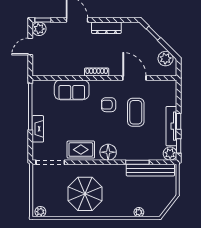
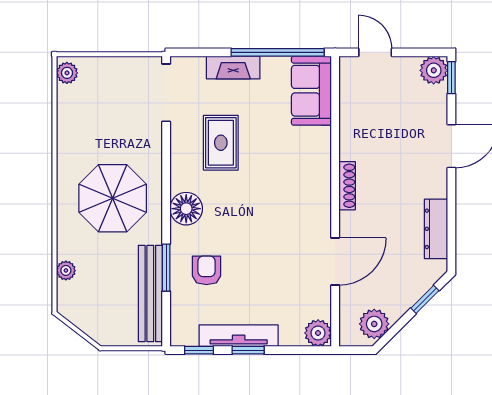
dresser: (106, 28) -> (436, 229), moved
door: (30, 47) -> (375, 52), moved
sofa: (72, 90) -> (311, 91), moved
armchair: (109, 105) -> (206, 270), moved
coffee table: (136, 112) -> (266, 264), removed
rug: (81, 150) -> (221, 143), moved
plant: (170, 154) -> (318, 333), moved
parasol: (85, 194) -> (113, 198), moved

